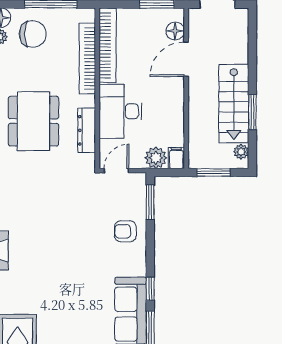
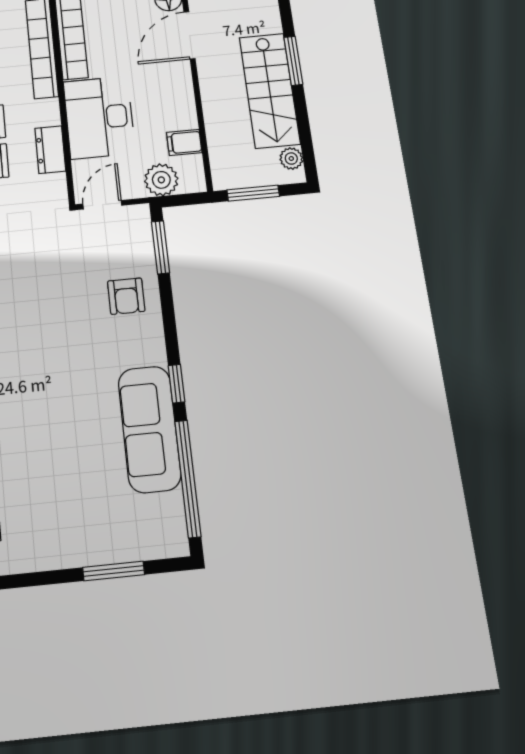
window: (252, 112) -> (293, 61), moved
dresser: (87, 130) -> (50, 150), width x0.70
filing cabinet: (176, 158) -> (184, 143), moved, turned -90
armchair: (125, 231) -> (126, 296), turned -90

